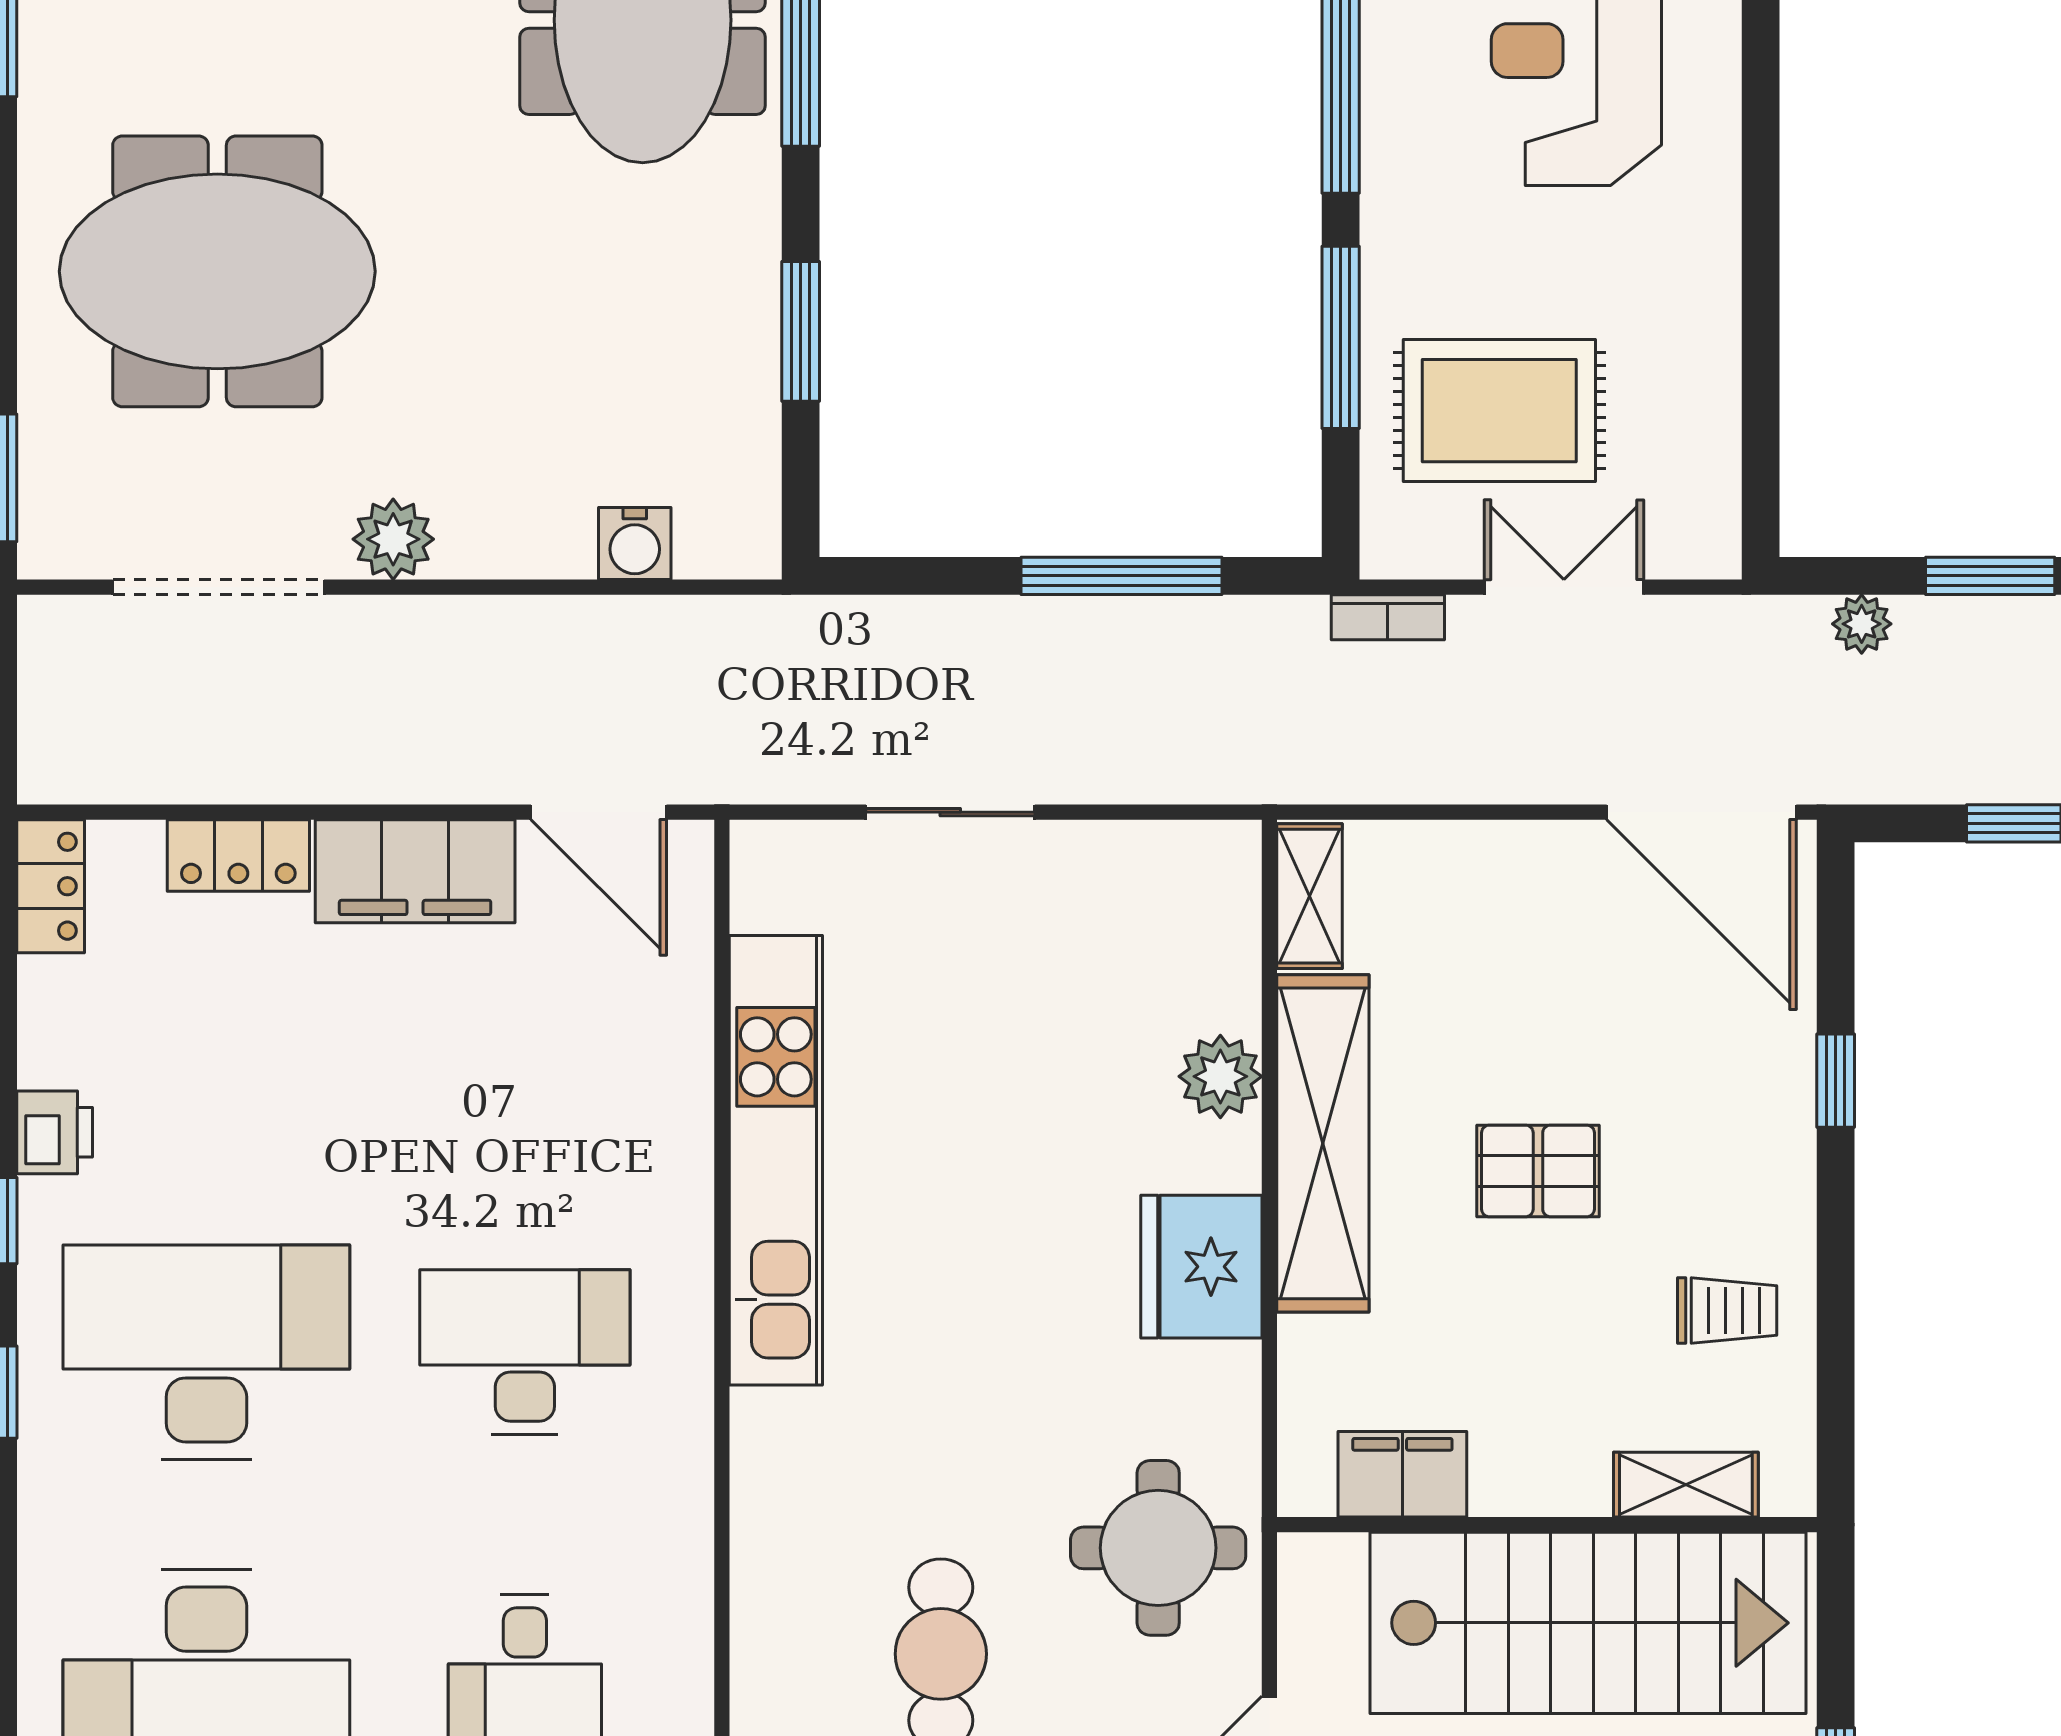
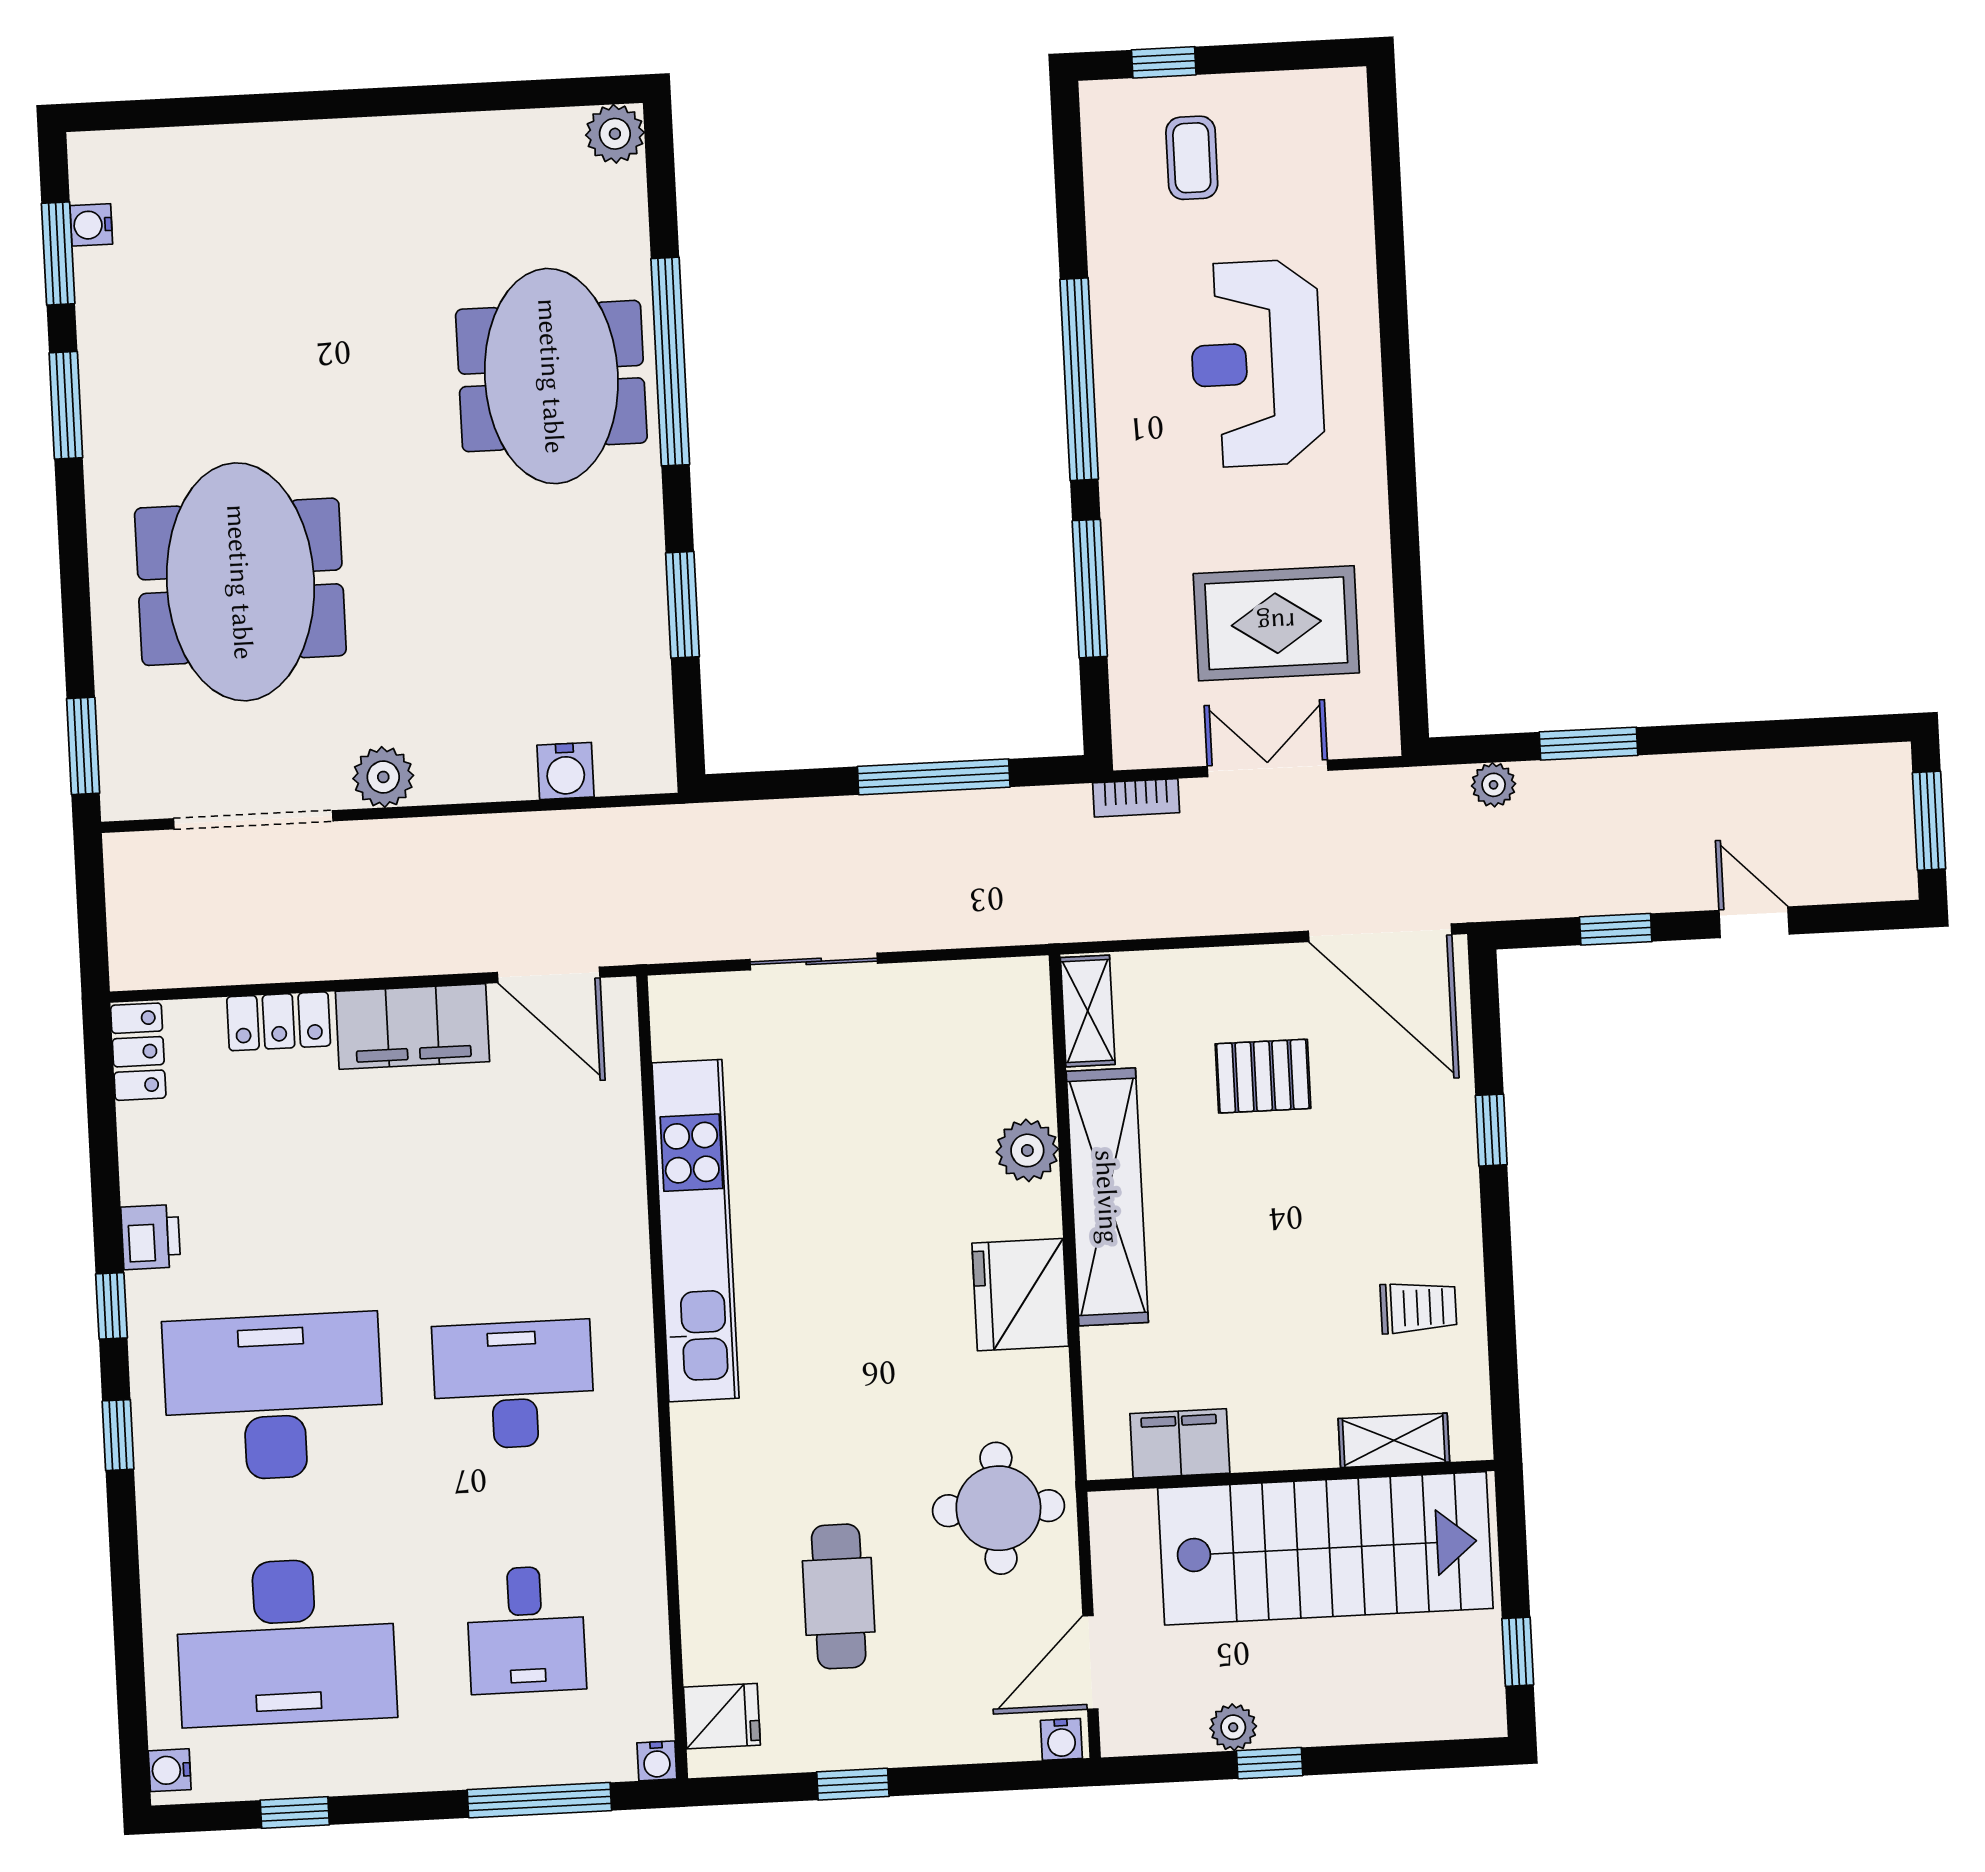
meeting table: (217, 271) -> (240, 582), turned 90
rug: (1499, 411) -> (1276, 623), moved
pallet: (1538, 1171) -> (1263, 1076), moved

